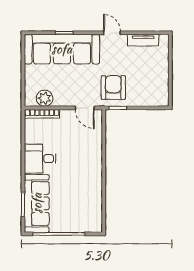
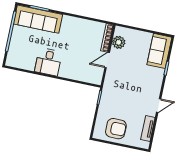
sofa: (62, 49) -> (159, 51), width x0.54, depth x0.79
armchair: (113, 88) -> (116, 129), moved
door: (85, 108) -> (107, 60), moved
desk: (40, 159) -> (48, 62), moved, turned 180

